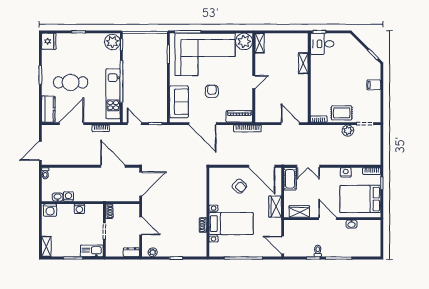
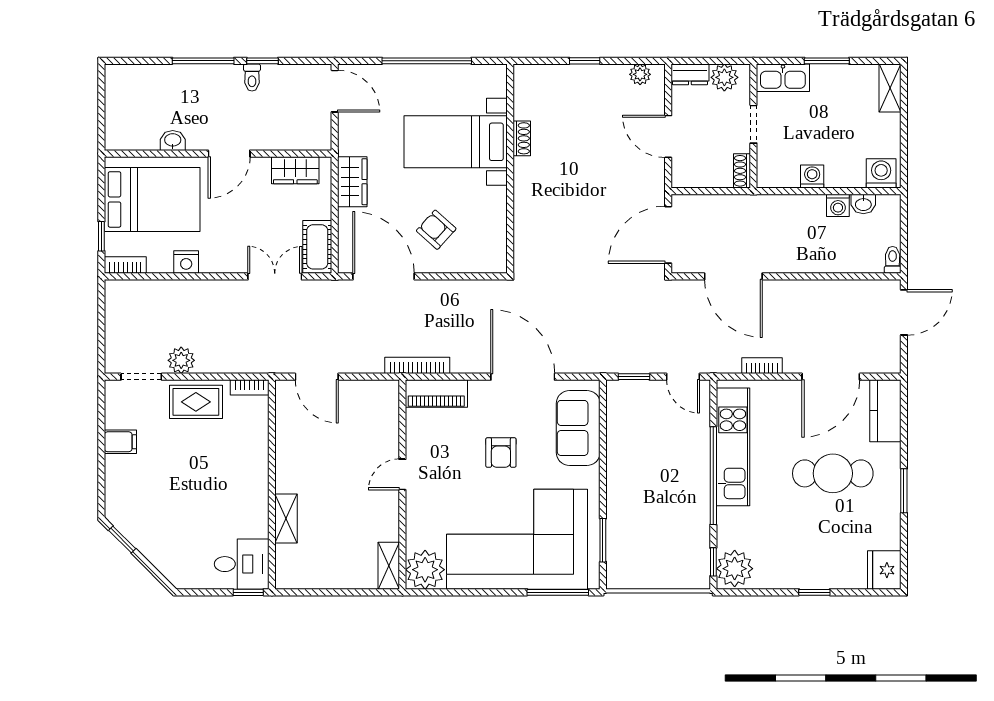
filing cabinet: (374, 85) -> (120, 442), moved
door: (328, 219) -> (229, 154), hinge flipped
plant: (117, 251) -> (724, 77), added

